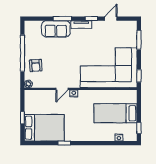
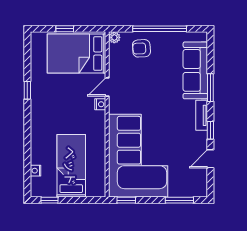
door: (111, 19) -> (210, 159), swing flipped
sofa: (56, 29) -> (195, 70), width x1.36
door: (62, 89) -> (107, 87), hinge flipped
bed: (44, 128) -> (77, 53), moved, turned 90

